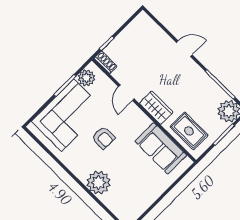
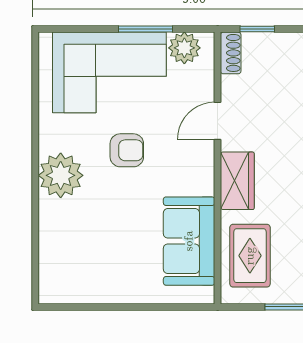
armchair: (103, 138) -> (127, 150), turned -90
plant: (99, 183) -> (61, 175), moved

